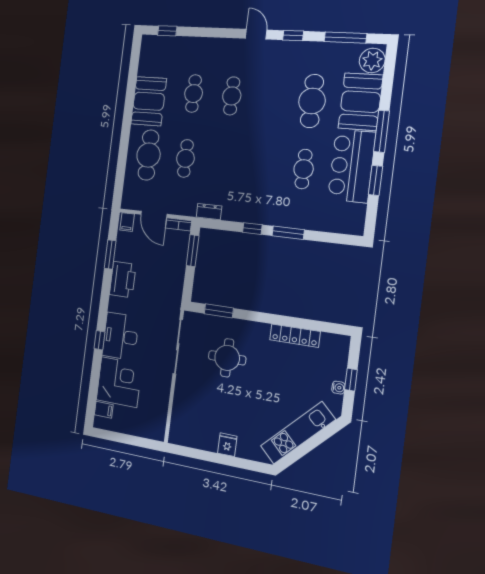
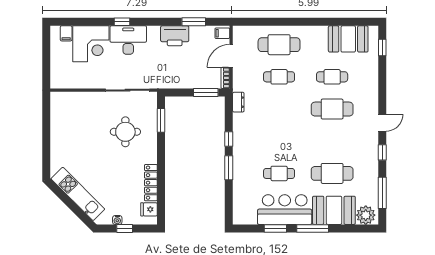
cafe table: (232, 96) -> (332, 109), width x1.37, depth x1.35
booth: (149, 101) -> (348, 39), moved
fridge: (227, 445) -> (149, 209), moved, turned 180

